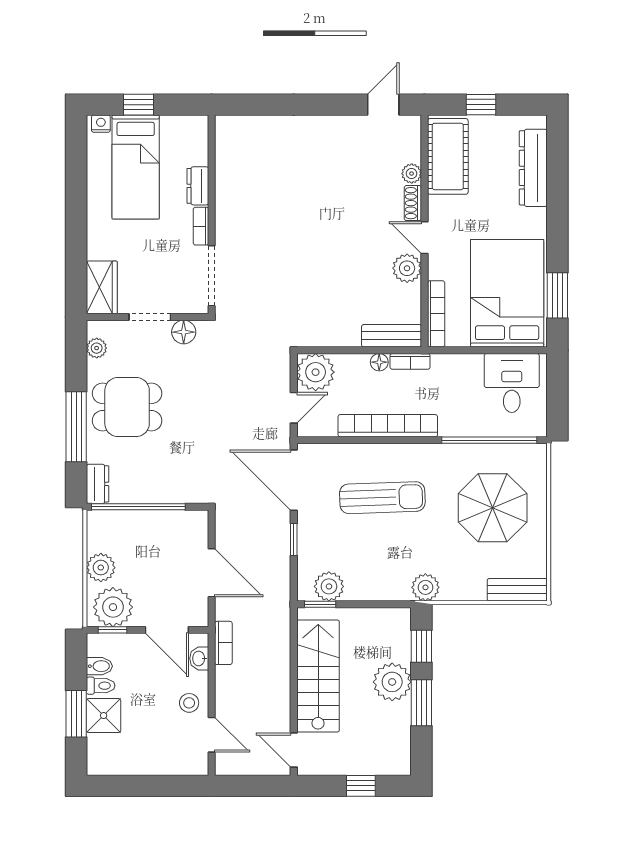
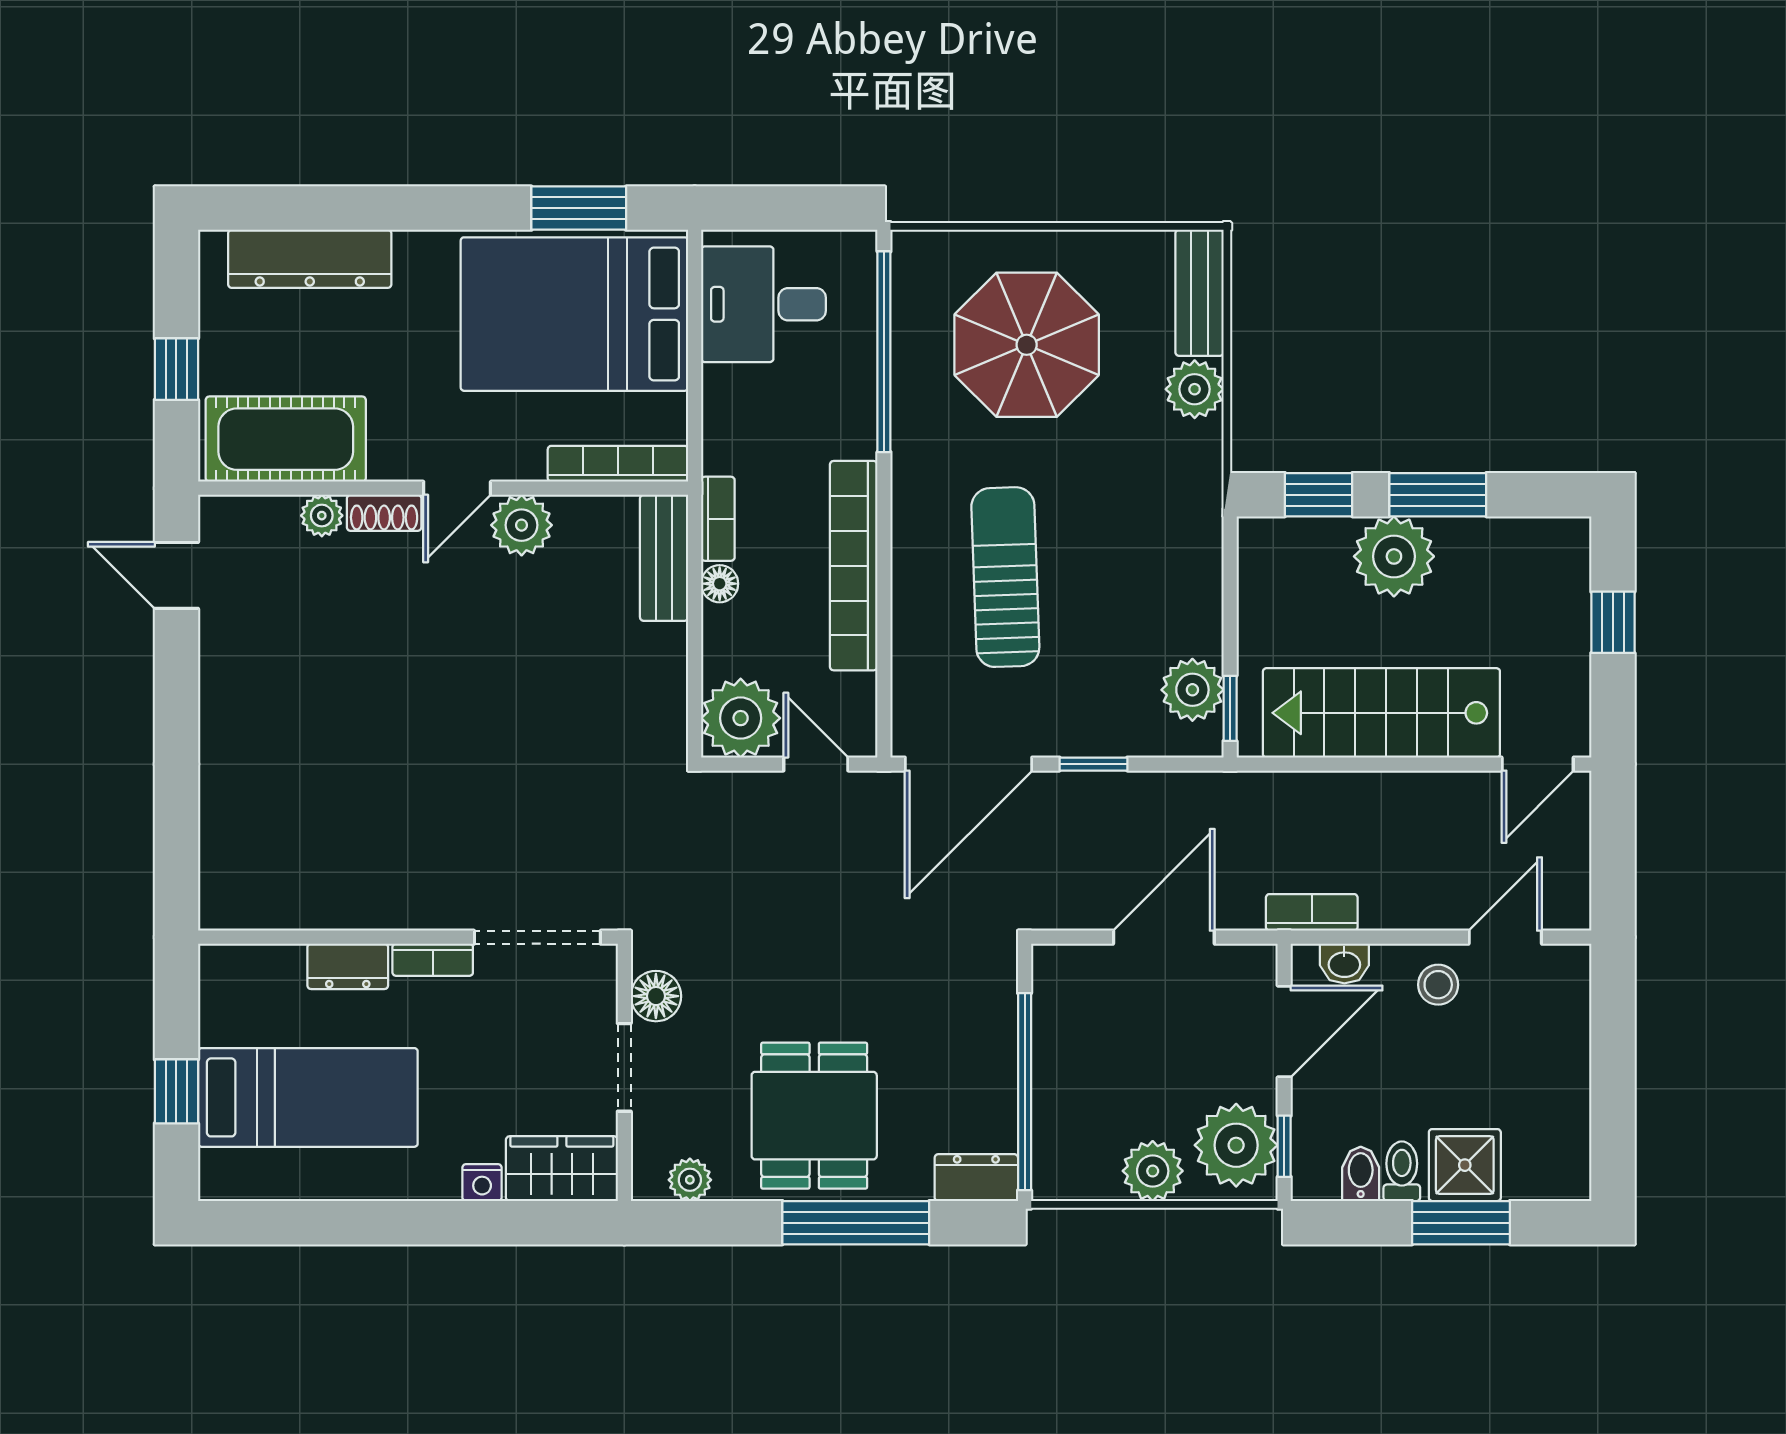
nightstand: (101, 124) -> (482, 1183), moved, turned -90
plant: (425, 587) -> (1195, 389), moved

